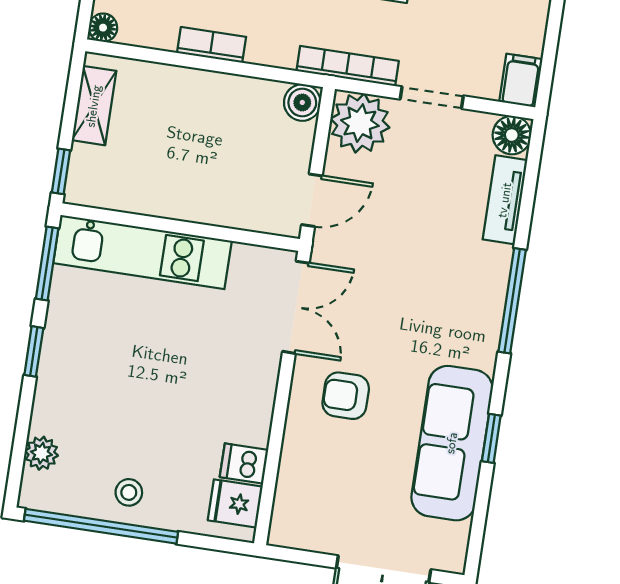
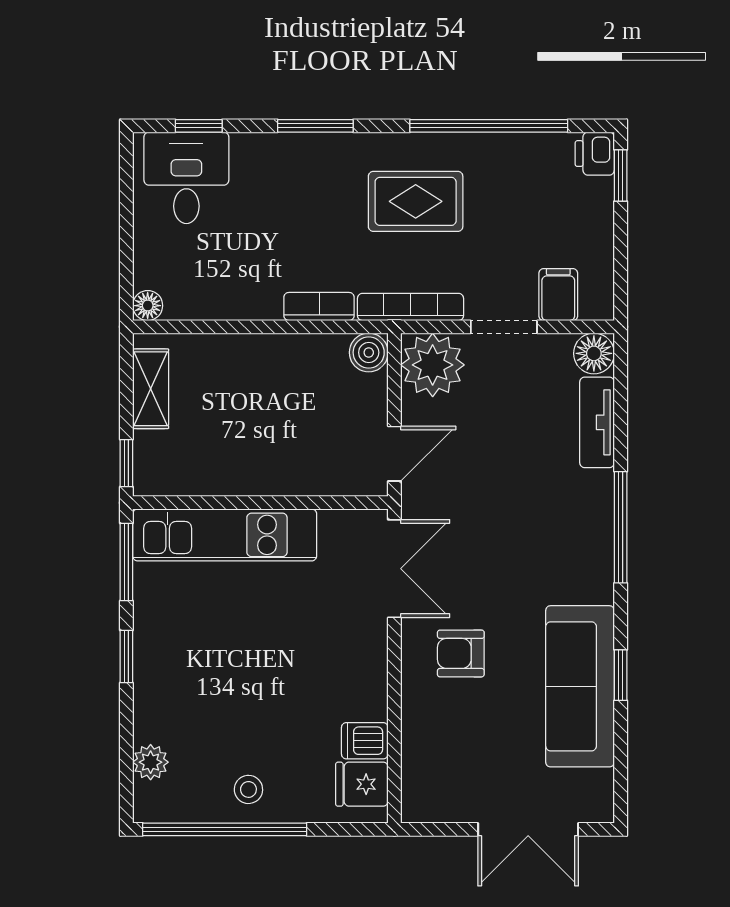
bookcase: (212, 45) -> (319, 306), moved
filing cabinet: (521, 80) -> (558, 295), moved

